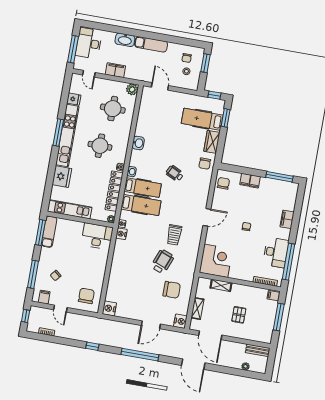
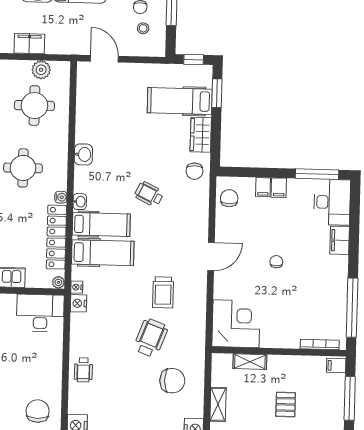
plant: (132, 89) -> (41, 70), moved
desk: (276, 252) -> (332, 202), moved
wheelchair: (118, 275) -> (83, 370), added

